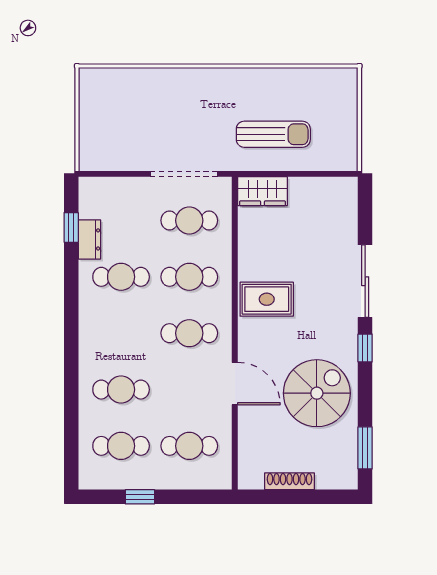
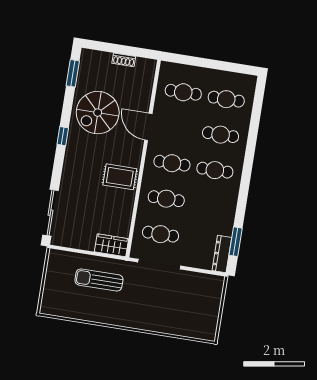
window: (71, 227) -> (236, 242), width x1.50
dresser: (89, 239) -> (222, 254), moved, width x1.44
cafe table: (121, 277) -> (215, 170), moved
sliding door: (365, 281) -> (50, 213), moved
shoe rack: (289, 481) -> (124, 60), width x0.70
window: (140, 497) -> (219, 65), removed

